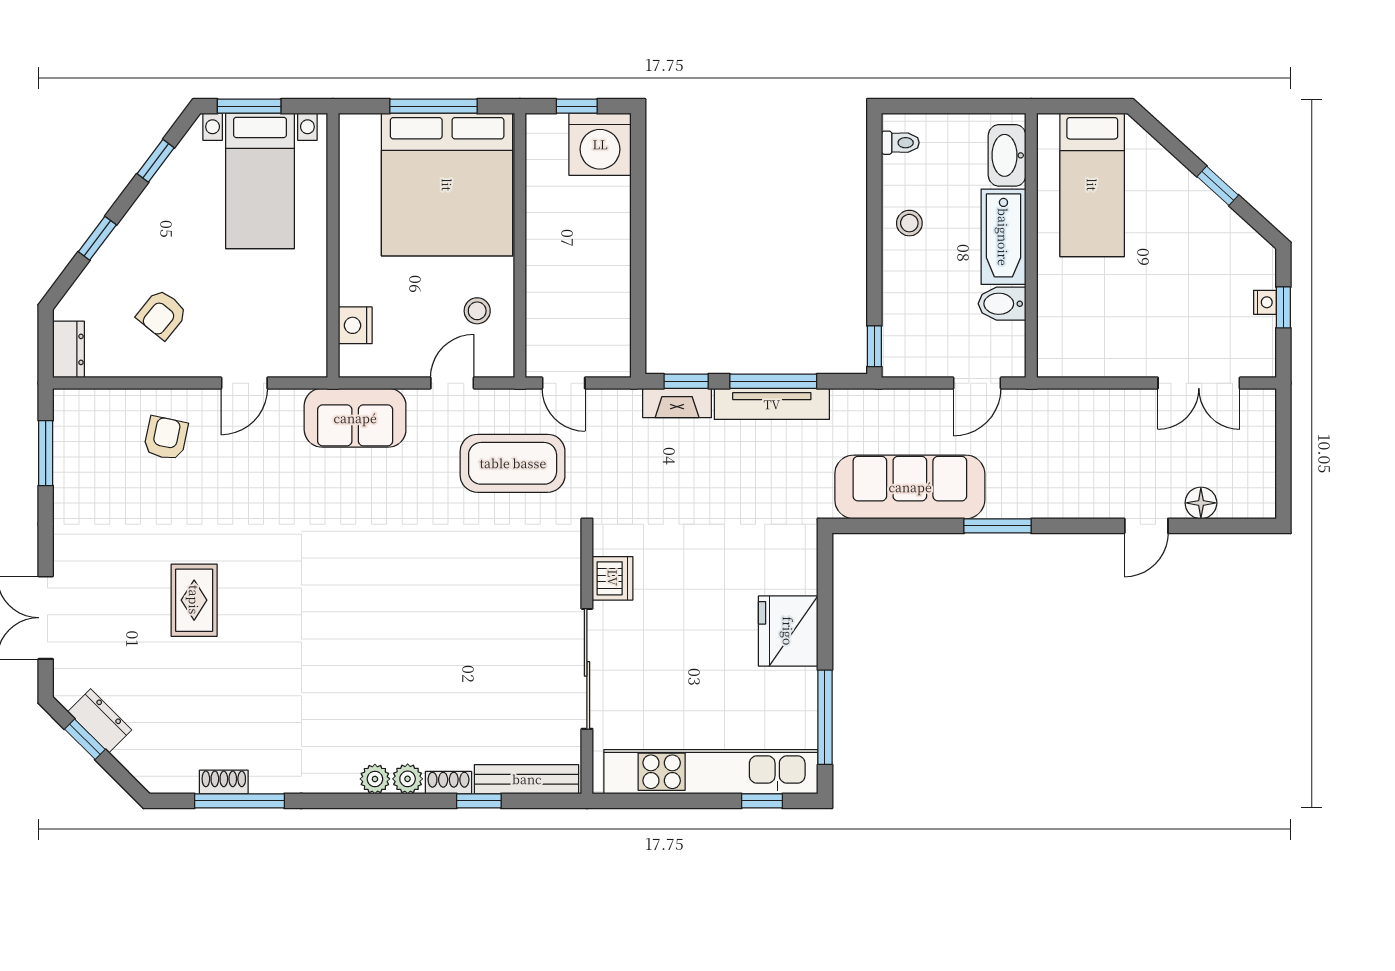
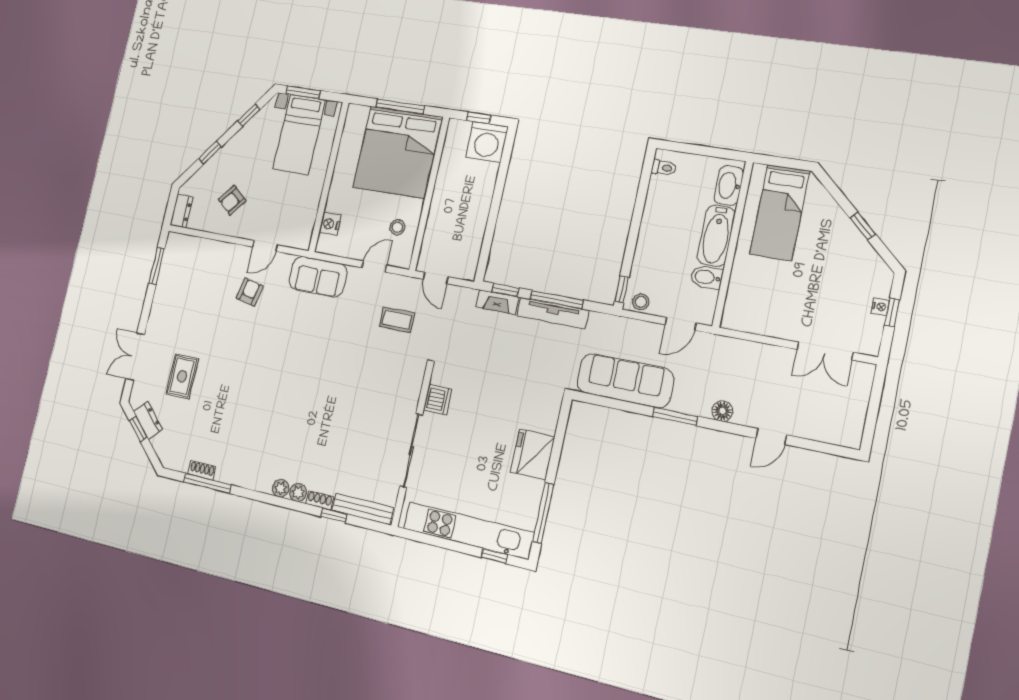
stool: (909, 223) -> (641, 302), moved
armchair: (166, 438) -> (250, 292), moved
coffee table: (513, 463) -> (397, 320), width x0.54, depth x0.58
floor lamp: (1201, 503) -> (722, 411), moved
rug: (194, 600) -> (182, 376), moved

